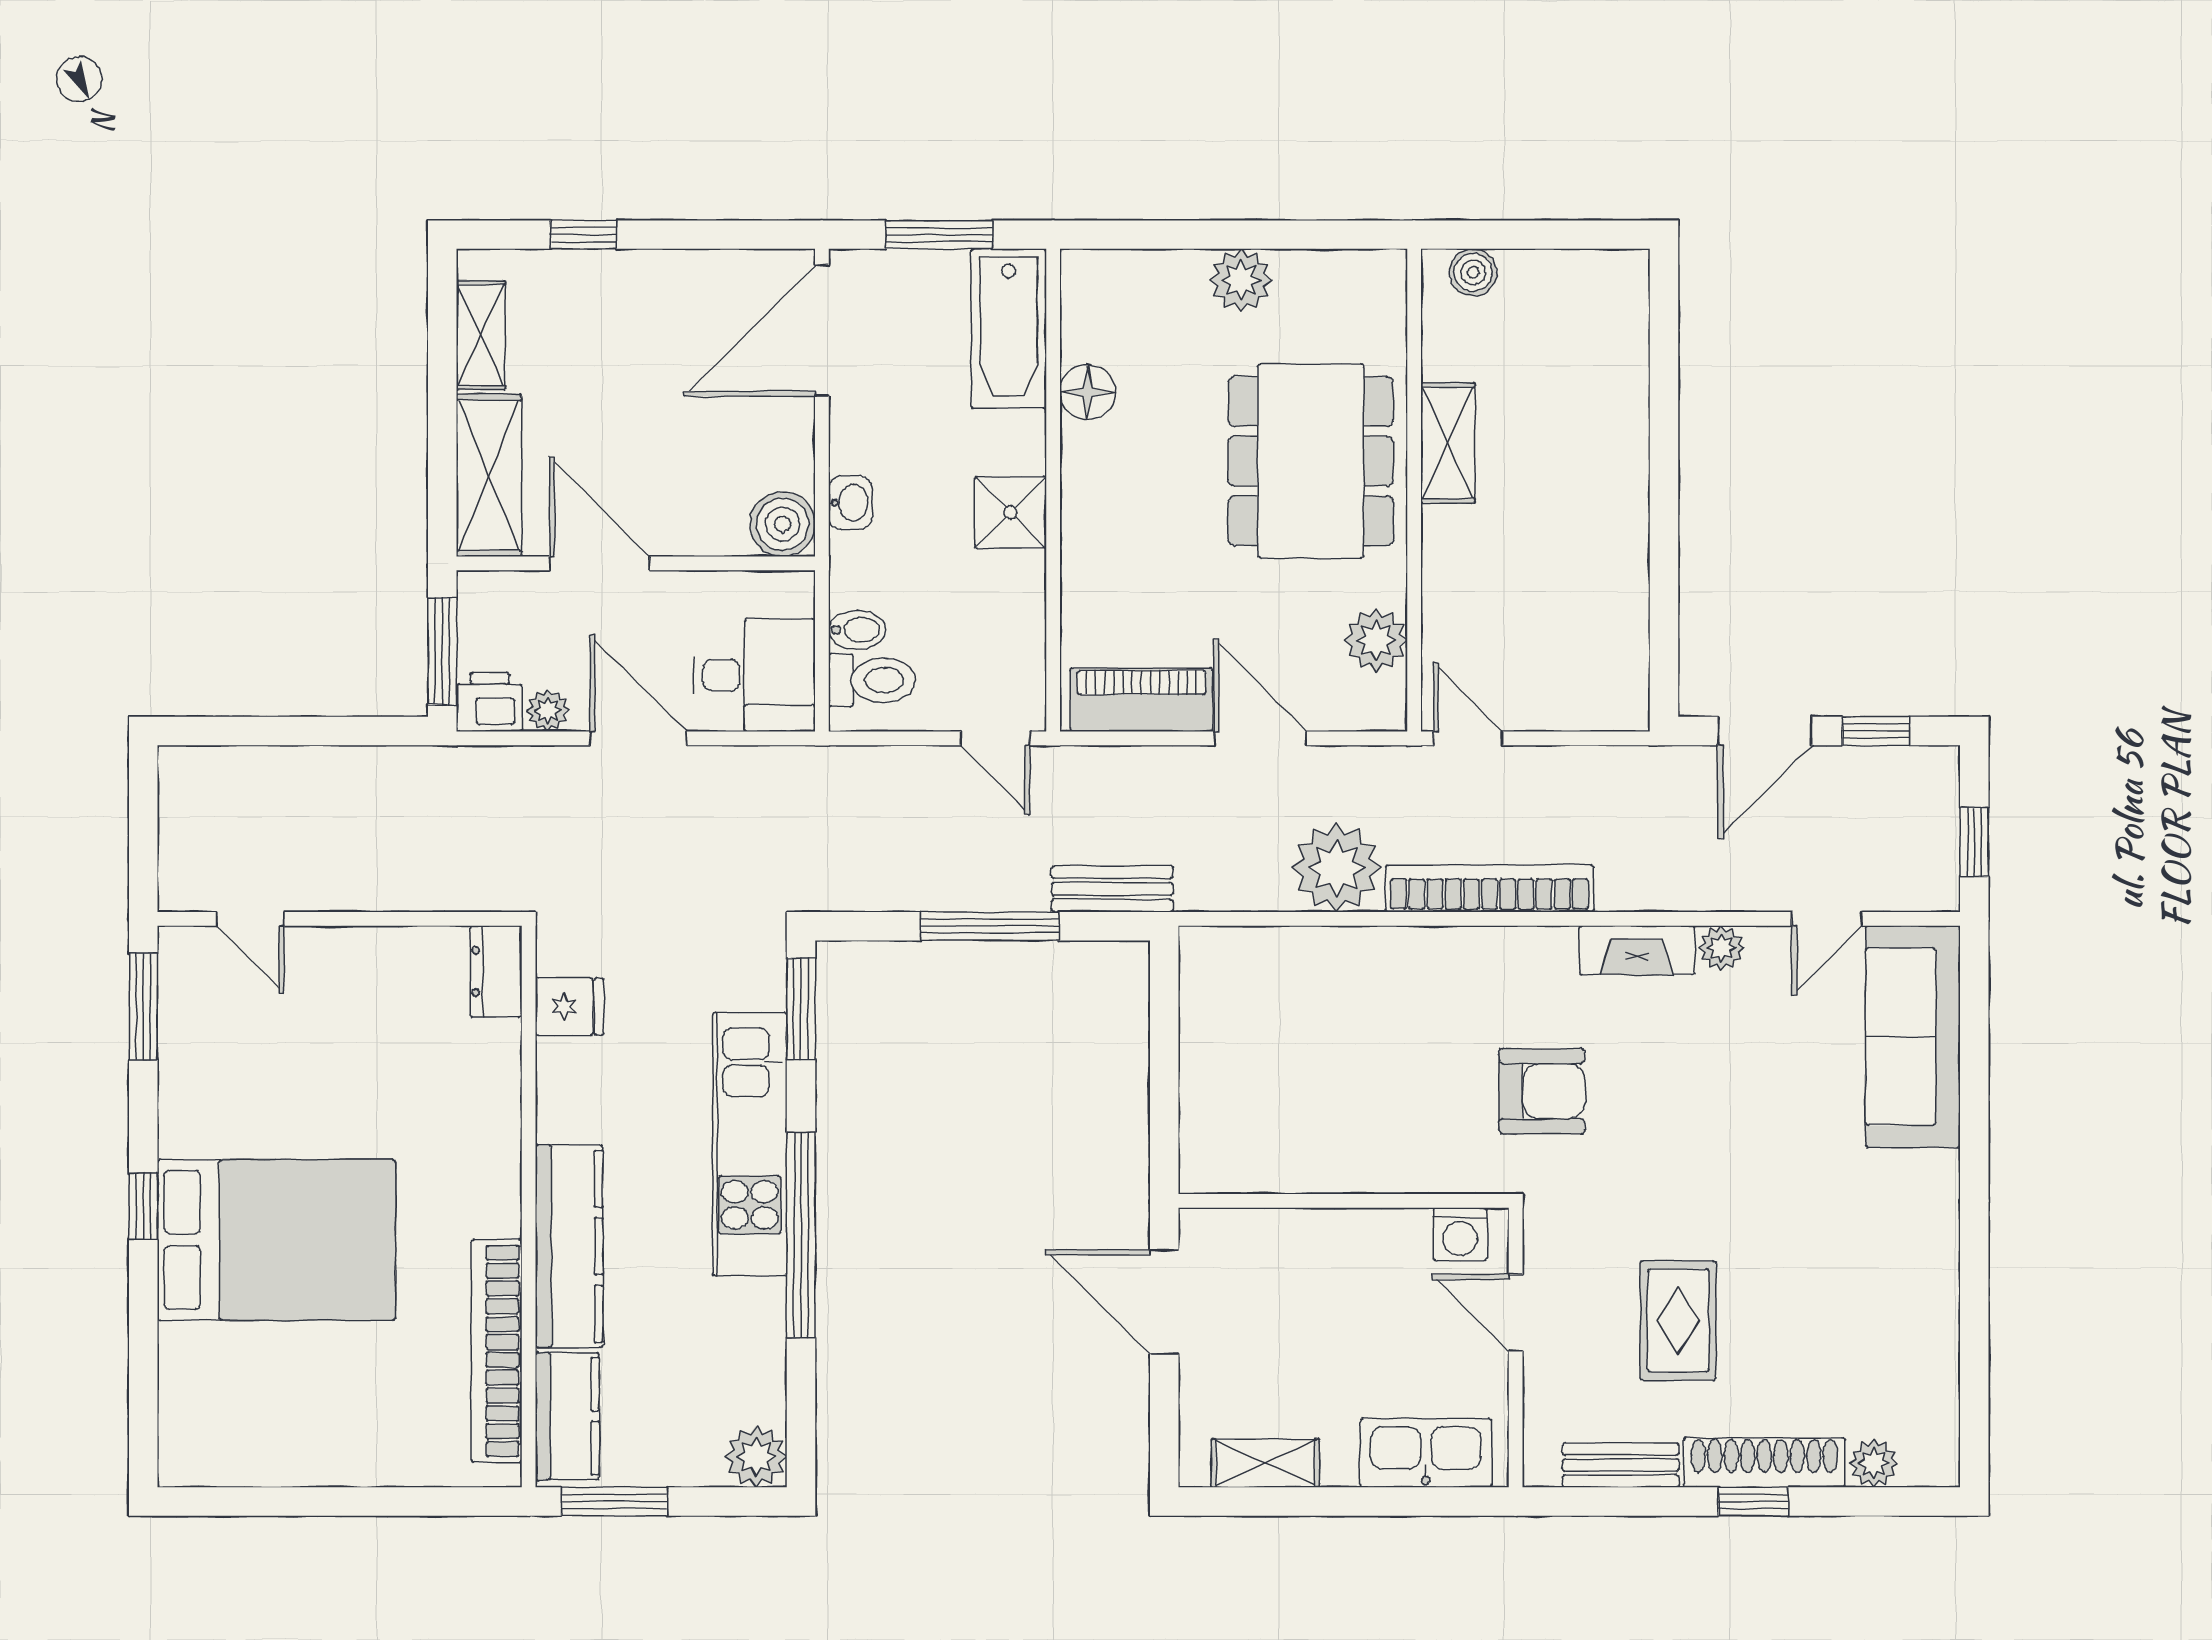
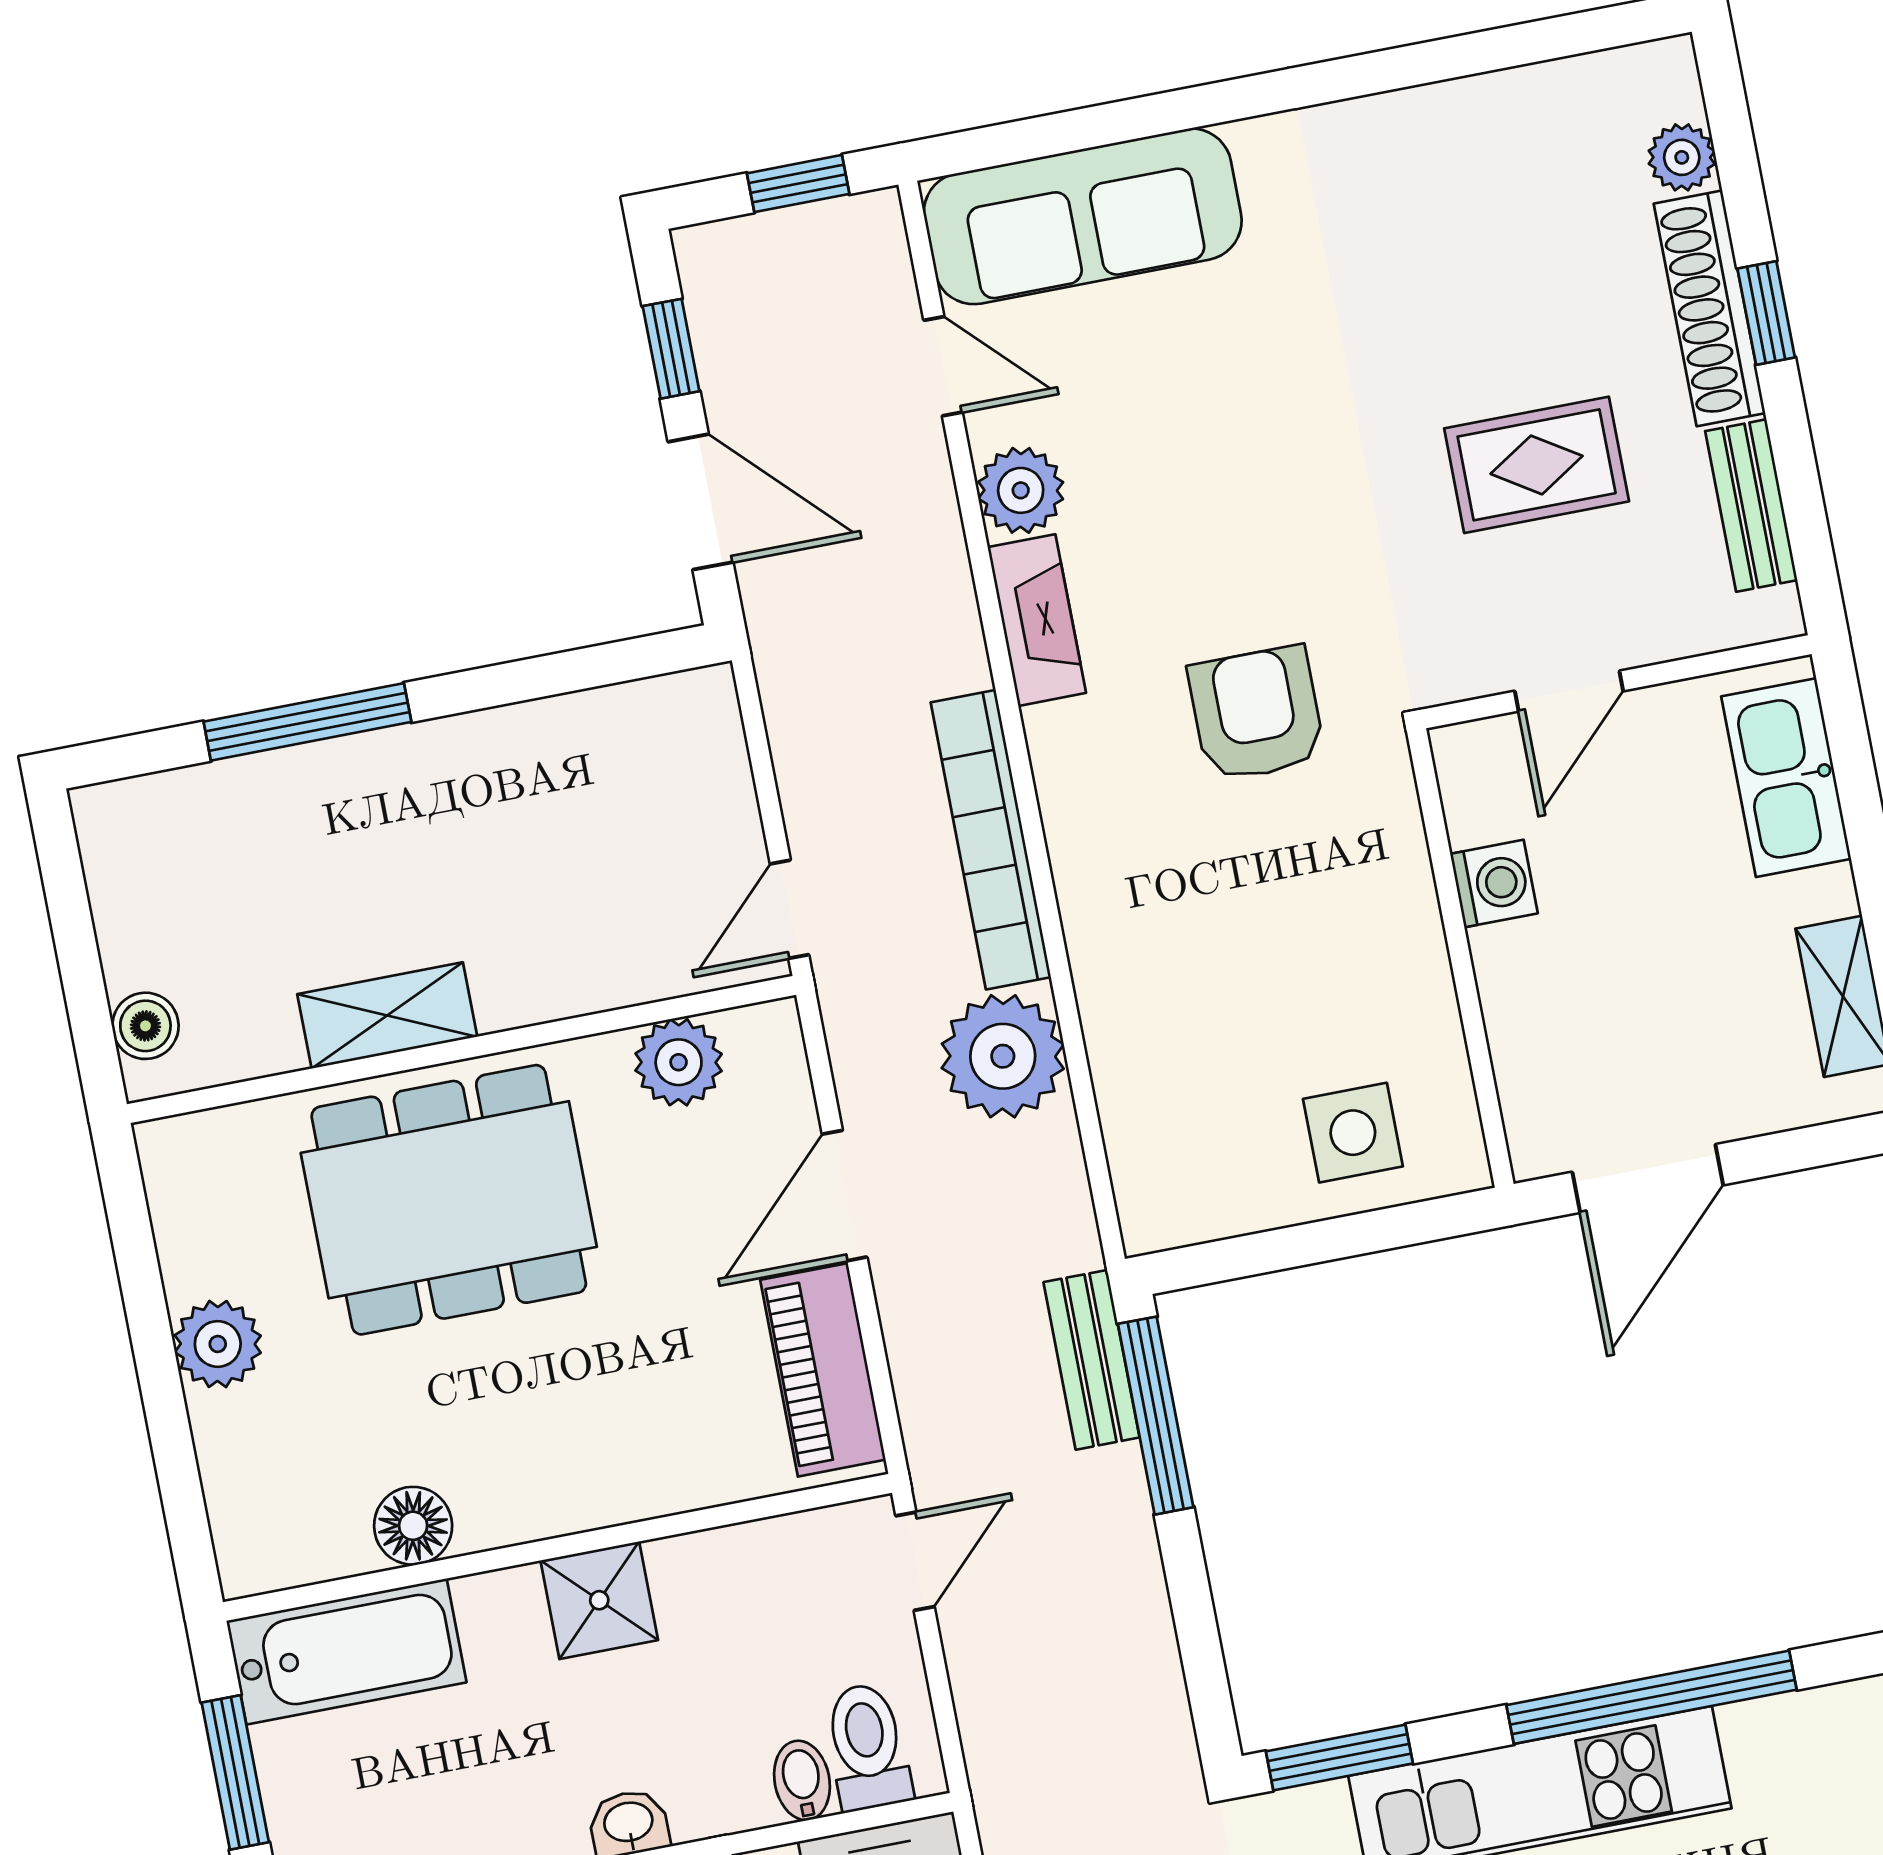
window: (1664, 427) -> (307, 722), added
window: (990, 926) -> (1156, 1416), moved
plant: (1721, 948) -> (1021, 490), width x1.38, depth x1.38
side table: (1236, 1102) -> (1353, 1133), added
washing machine: (1460, 1234) -> (1494, 884), moved

